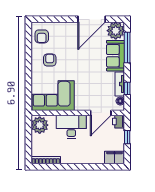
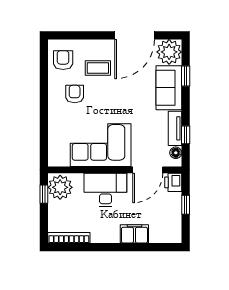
armchair: (42, 36) -> (63, 60), turned 180
coffee table: (66, 42) -> (98, 68), added
window: (127, 47) -> (186, 76), width x0.46
corner sofa: (53, 96) -> (101, 145), moved
window: (28, 130) -> (44, 194), added
filing cabinet: (114, 157) -> (134, 234), moved

